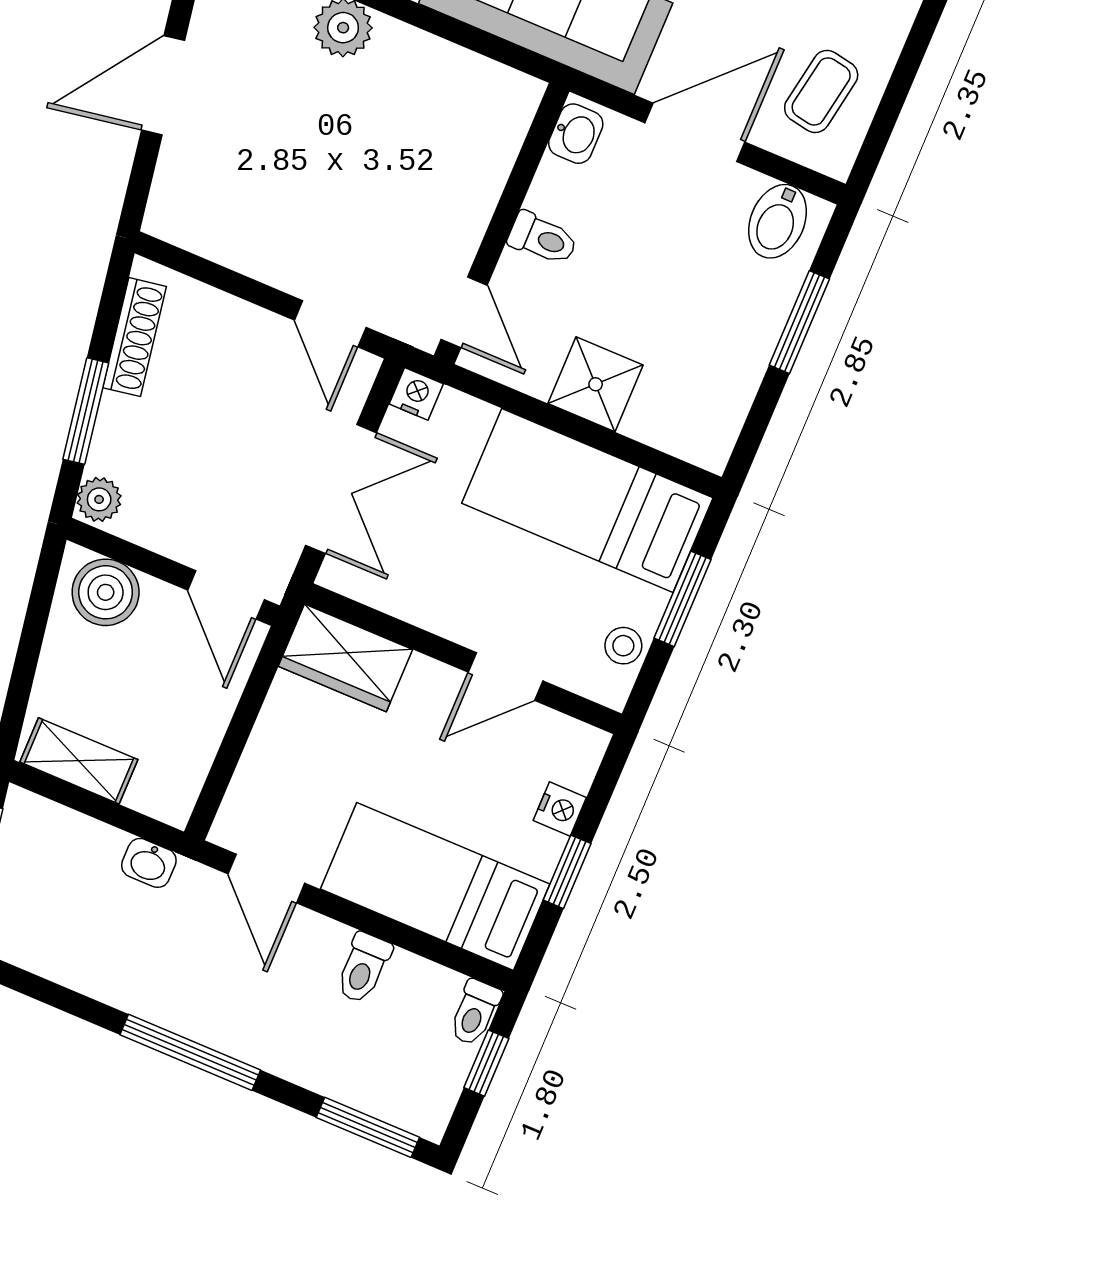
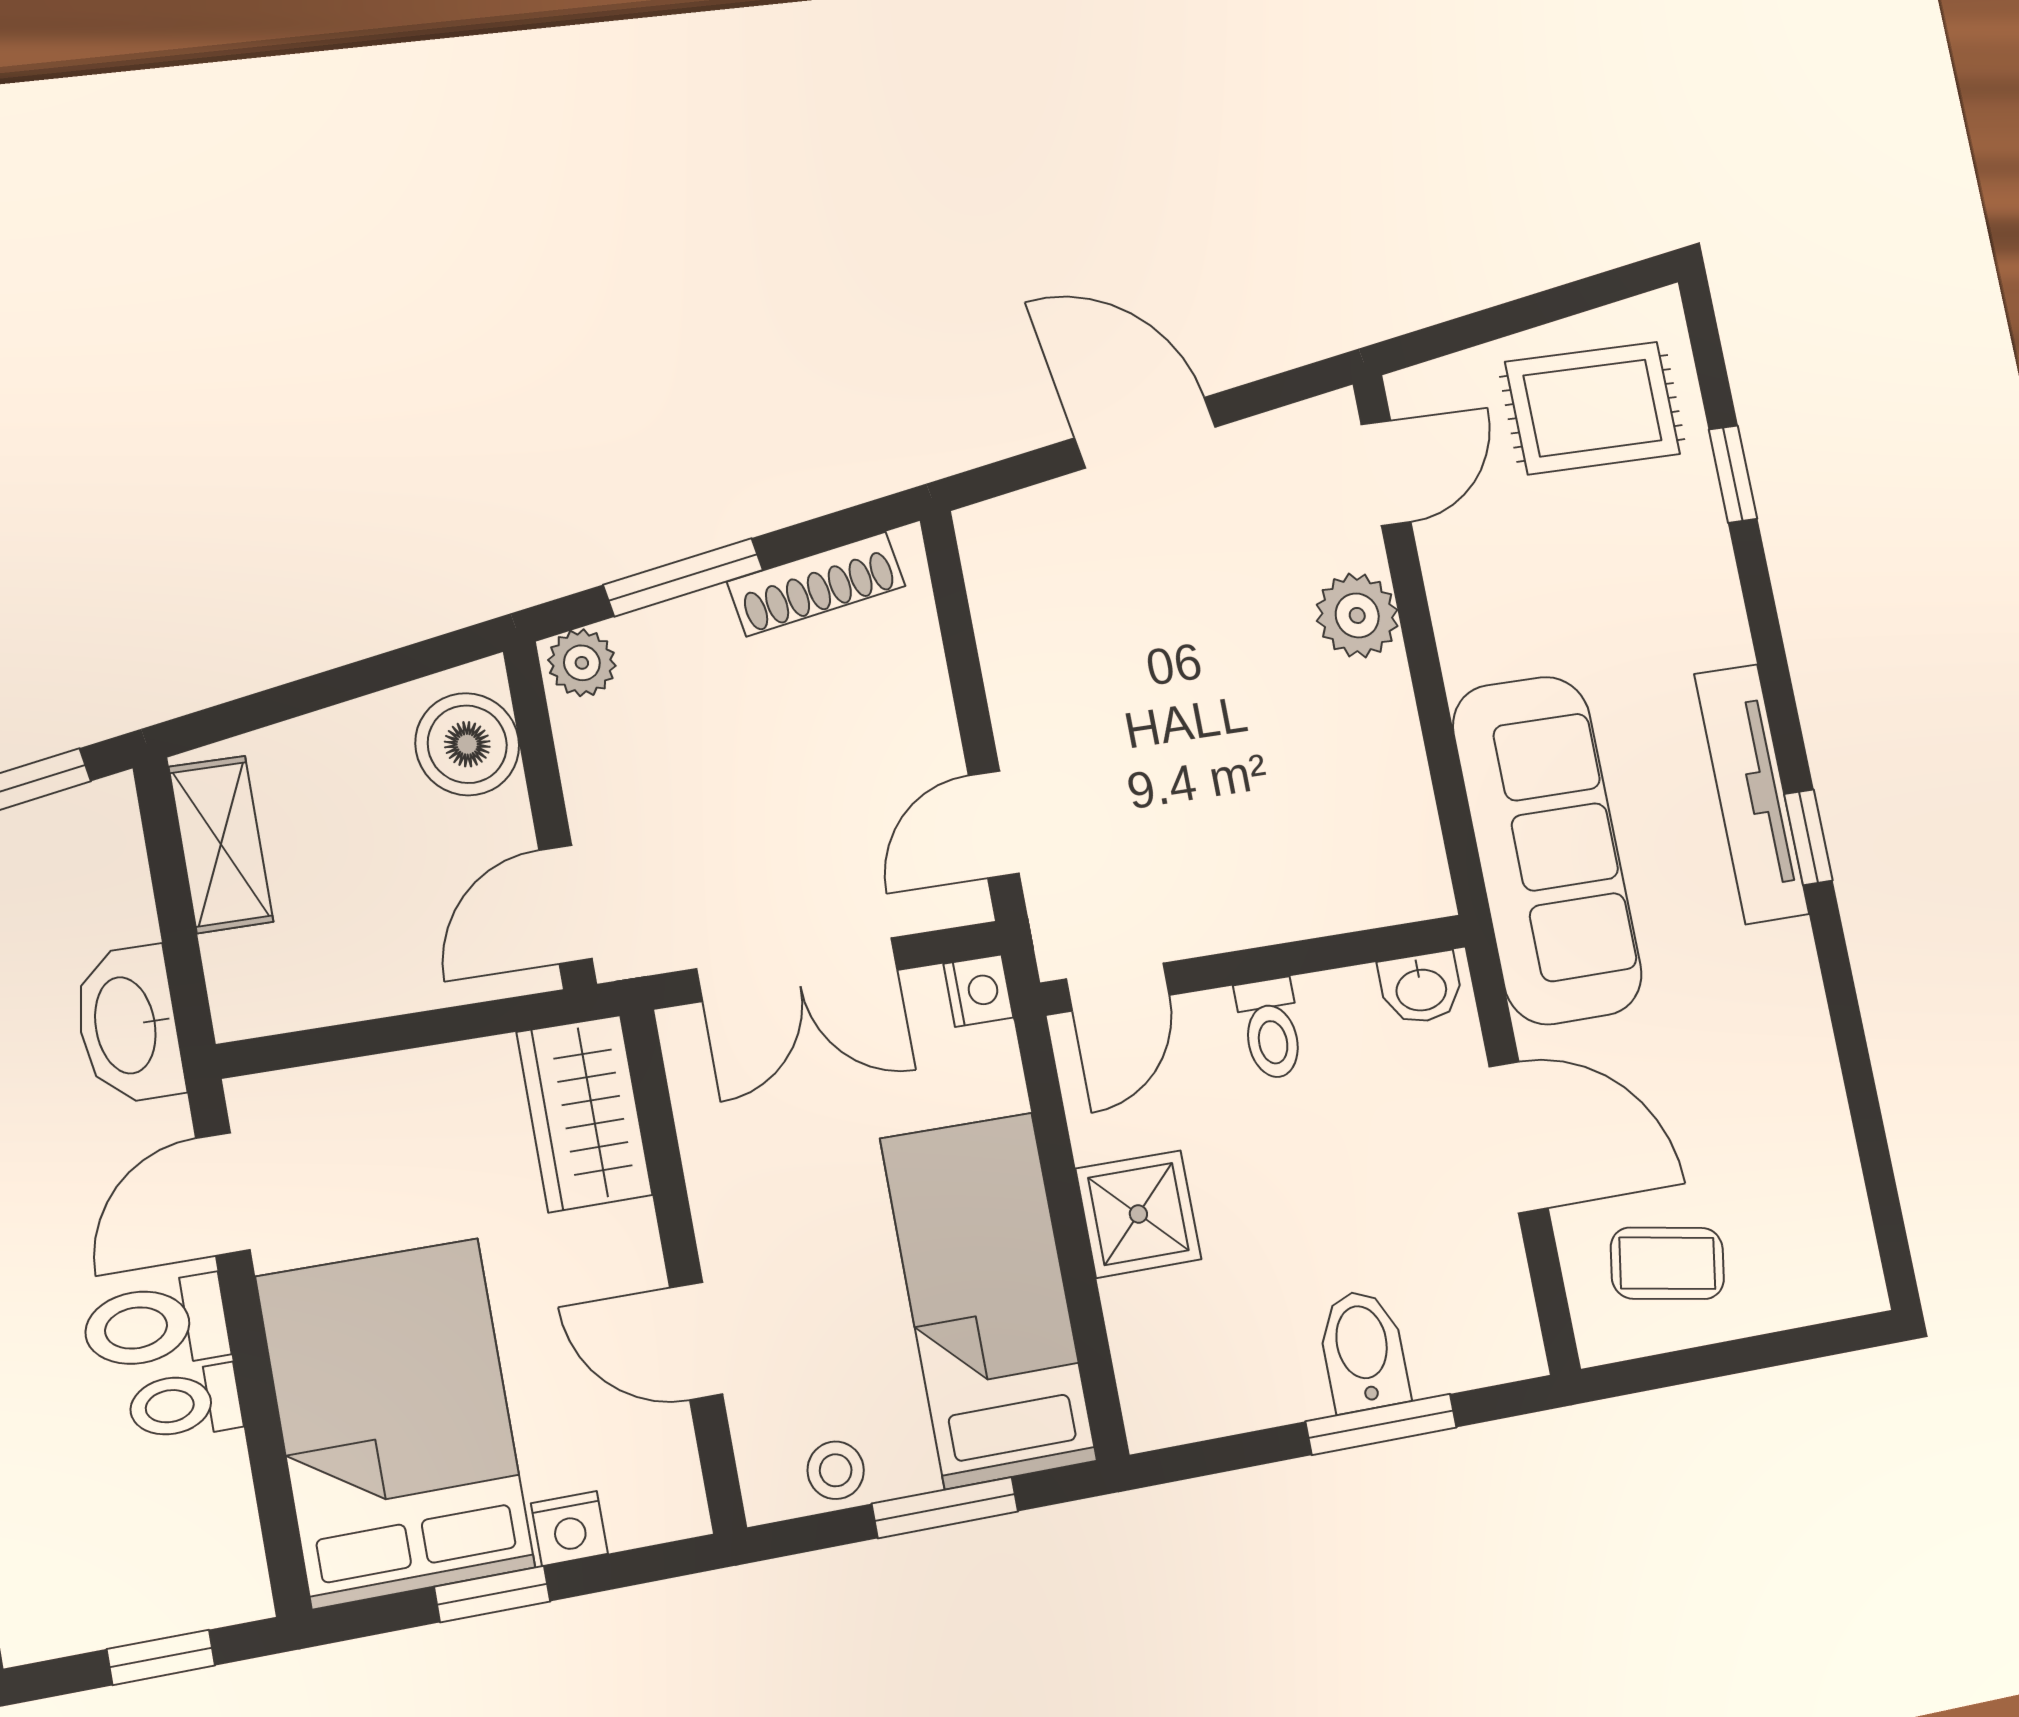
bidet: (778, 221) -> (1363, 1350), moved, turned 90
washbasin: (149, 863) -> (128, 1025), width x1.91, depth x1.45
bed: (435, 886) -> (395, 1422), width x1.50
toilet: (475, 1012) -> (156, 1325), moved, width x1.37, depth x1.39

